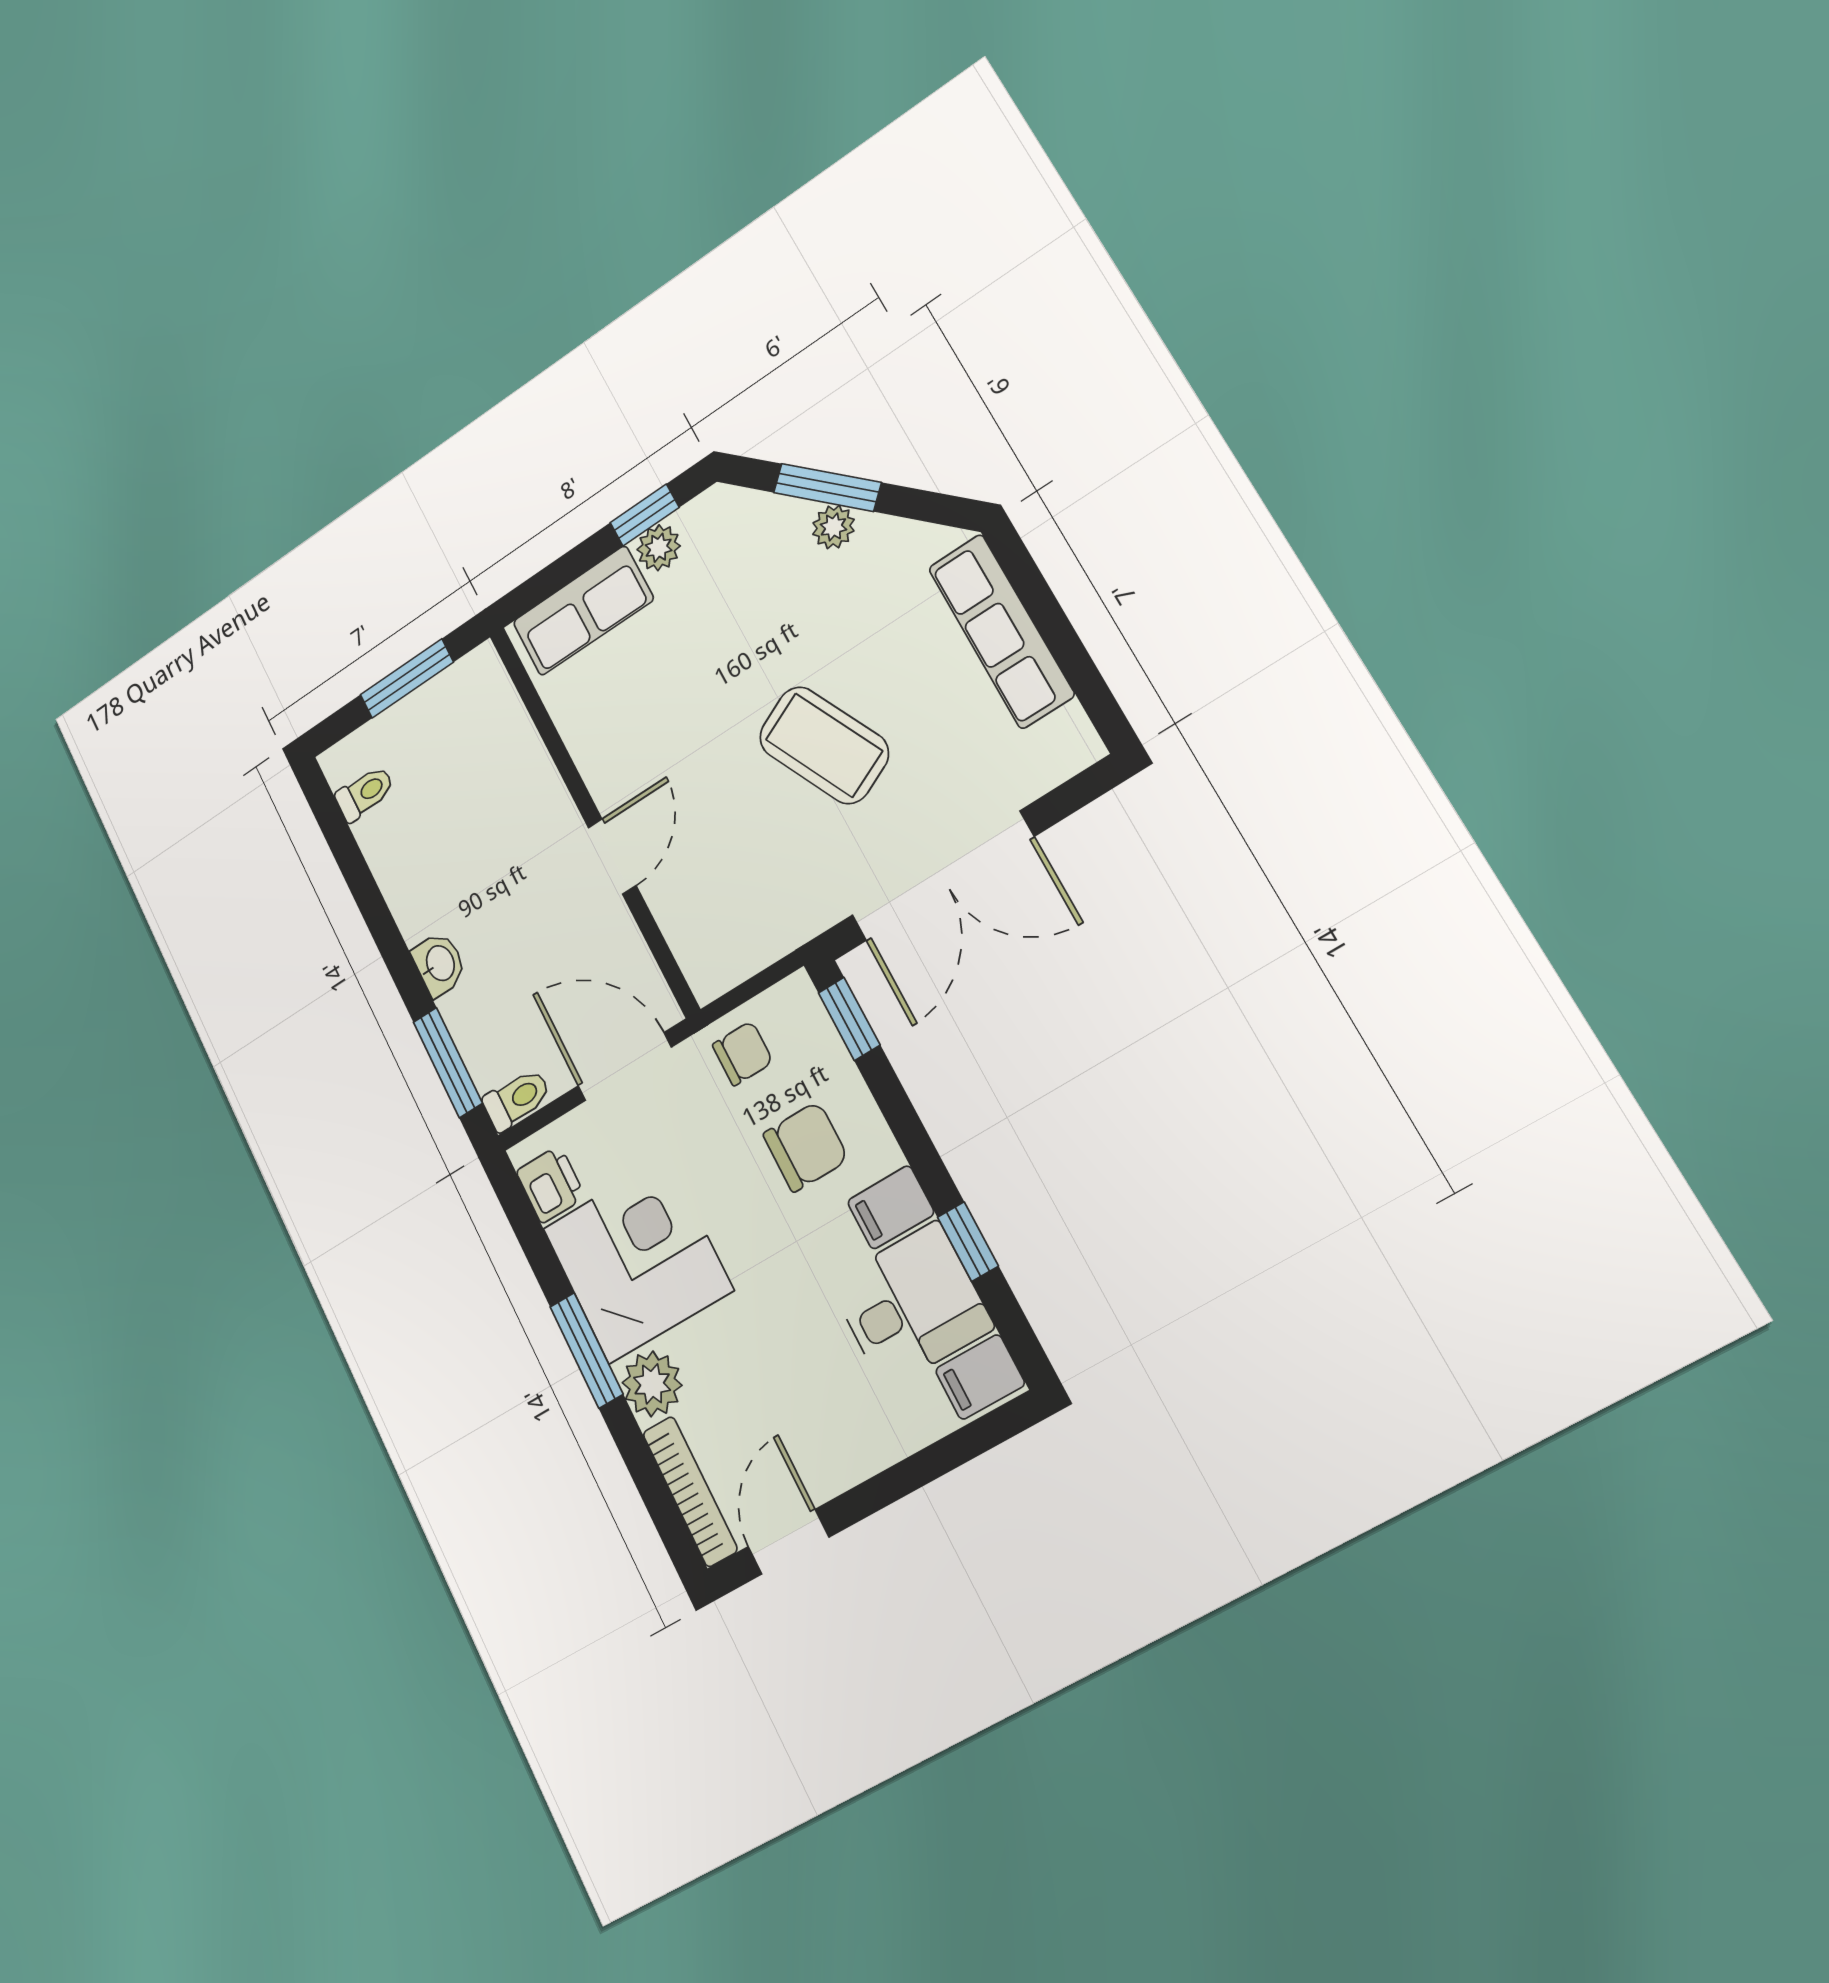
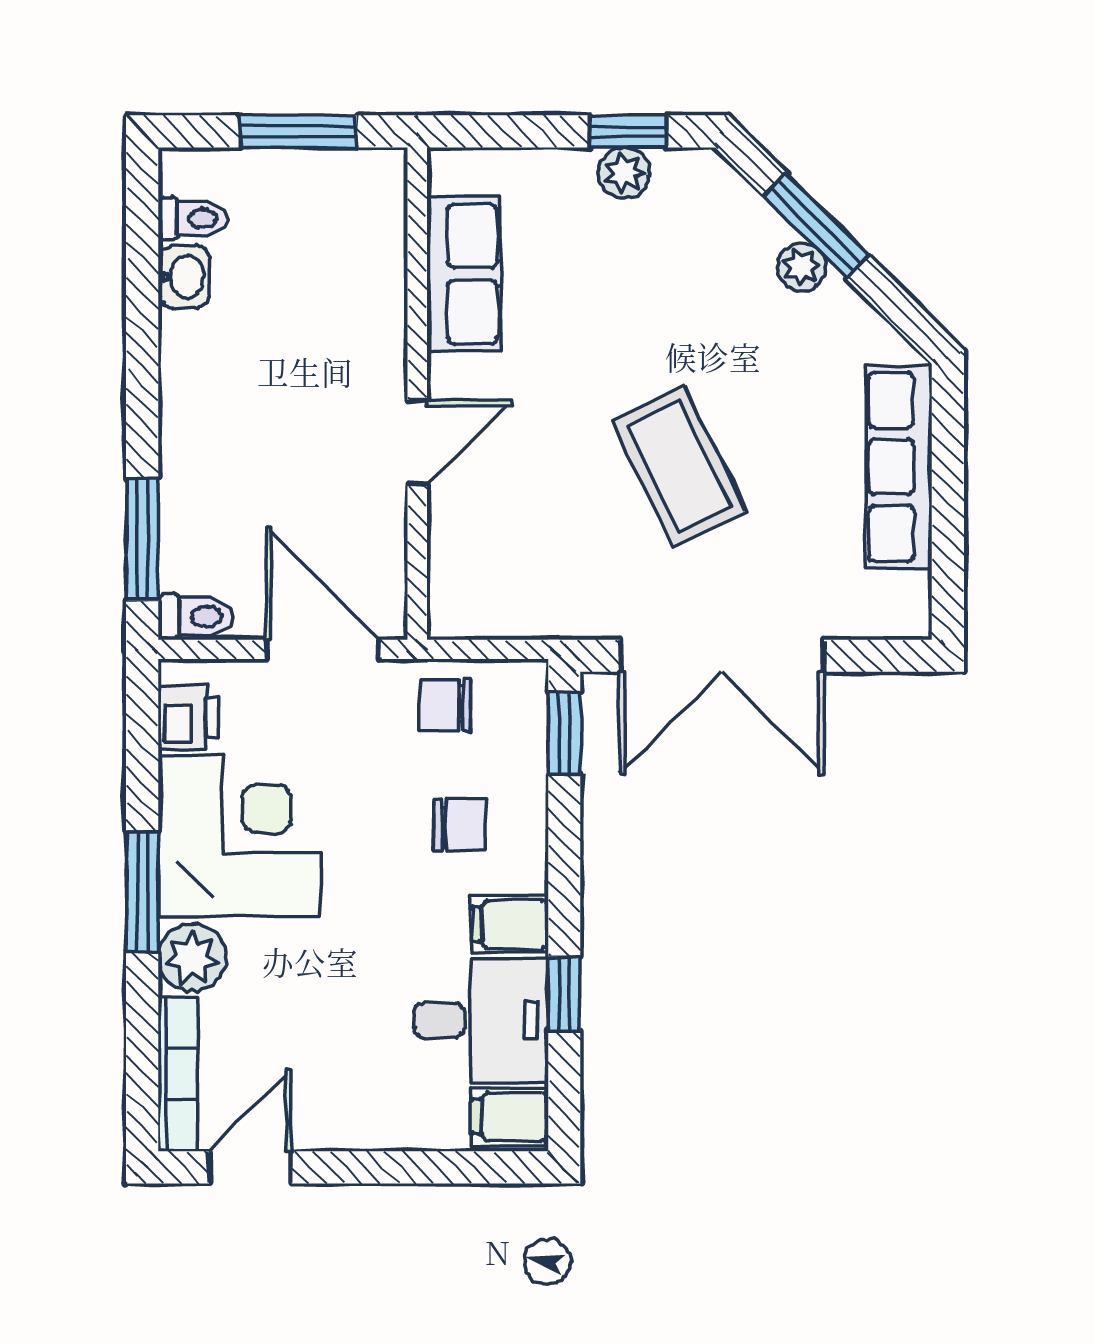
row of seats: (583, 611) -> (464, 274), moved, turned -90
washbasin: (439, 964) -> (184, 277), moved
chair: (743, 1053) -> (446, 705), turned 180
chair: (806, 1147) -> (460, 825), width x0.73, depth x0.73

